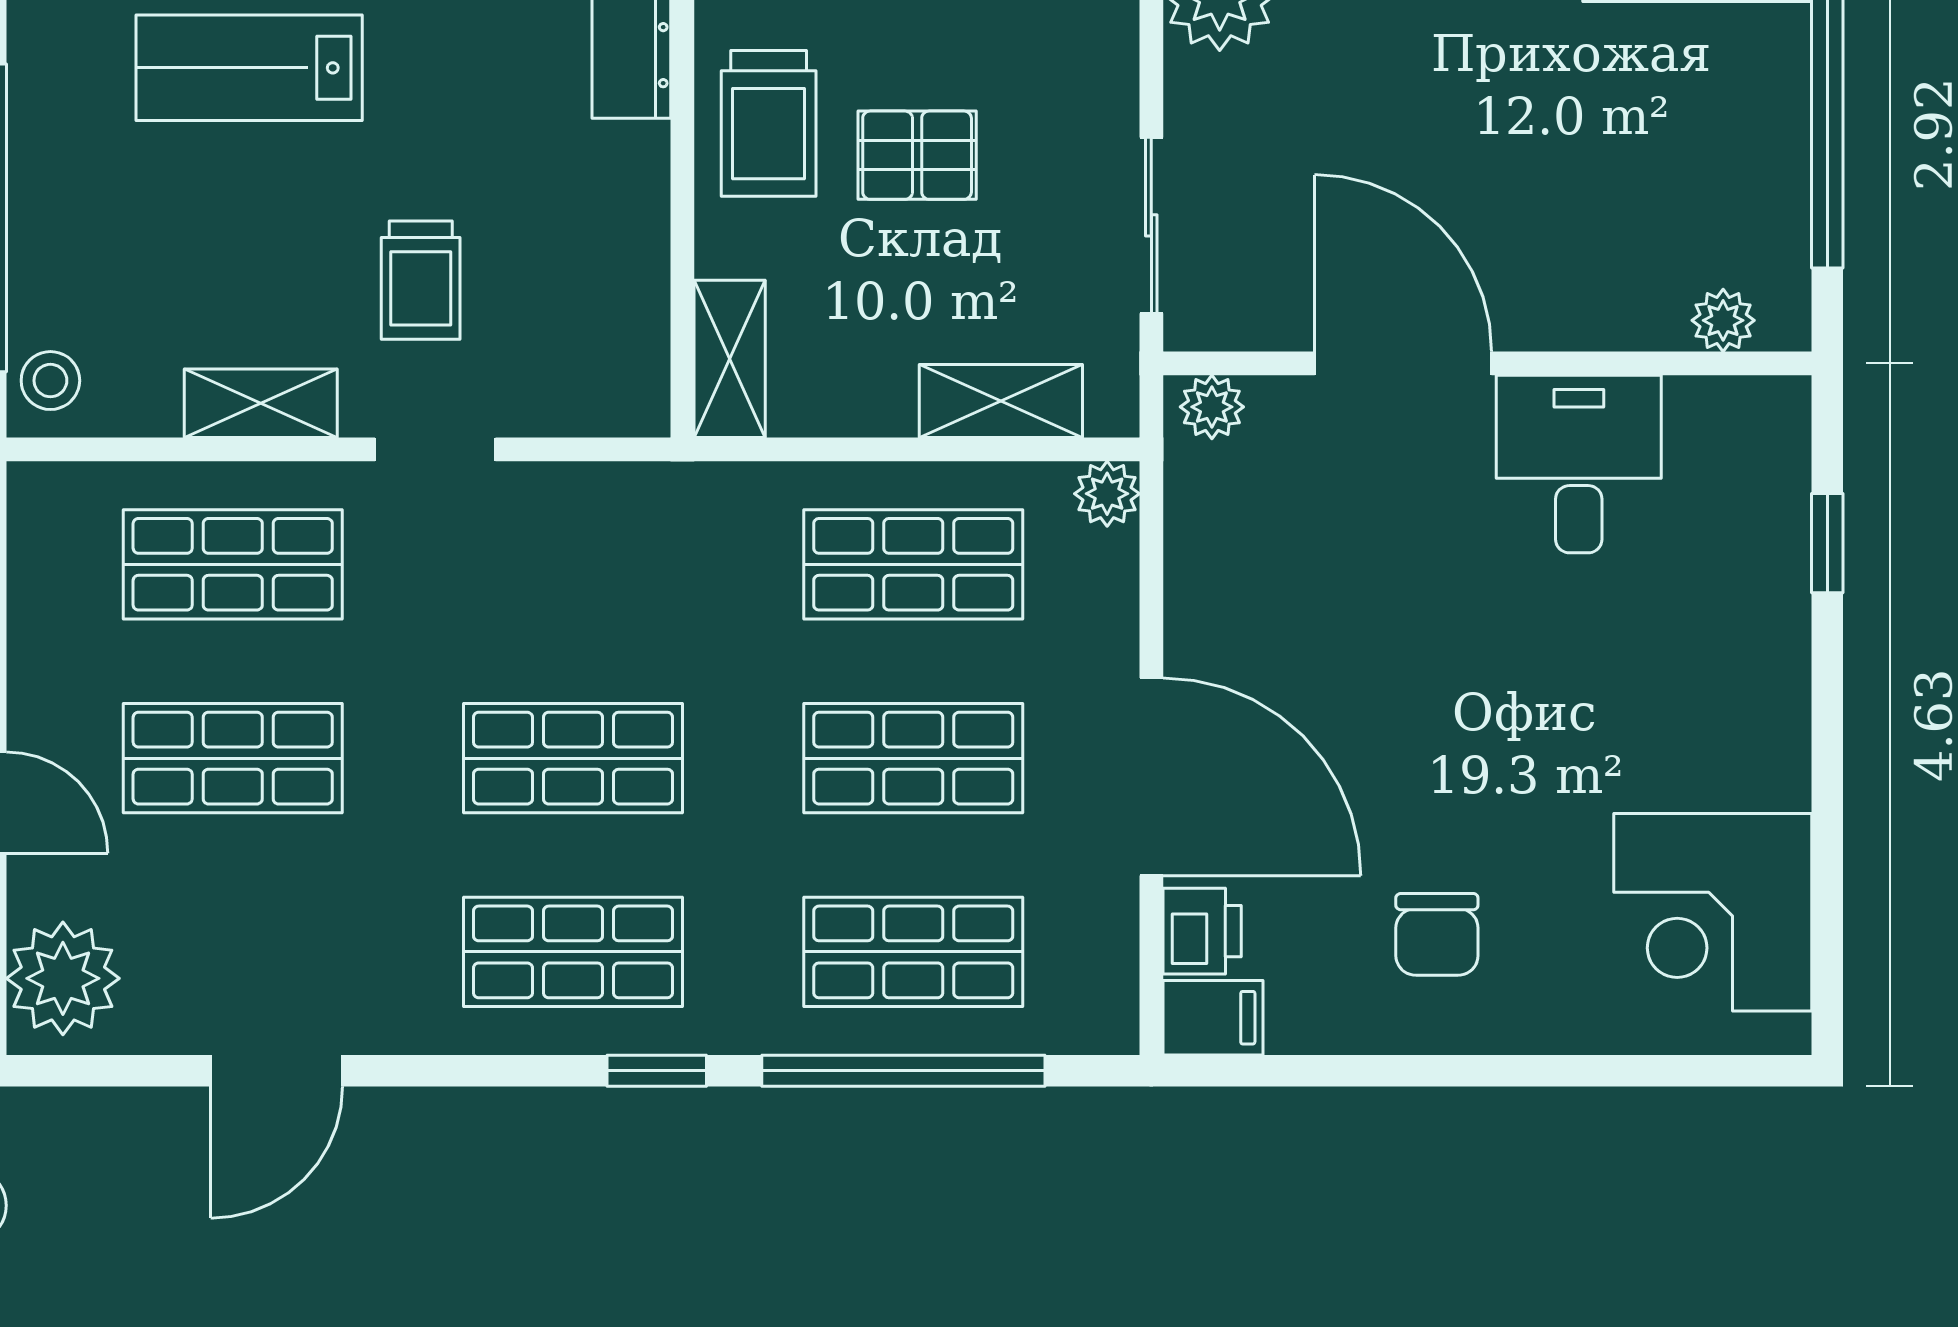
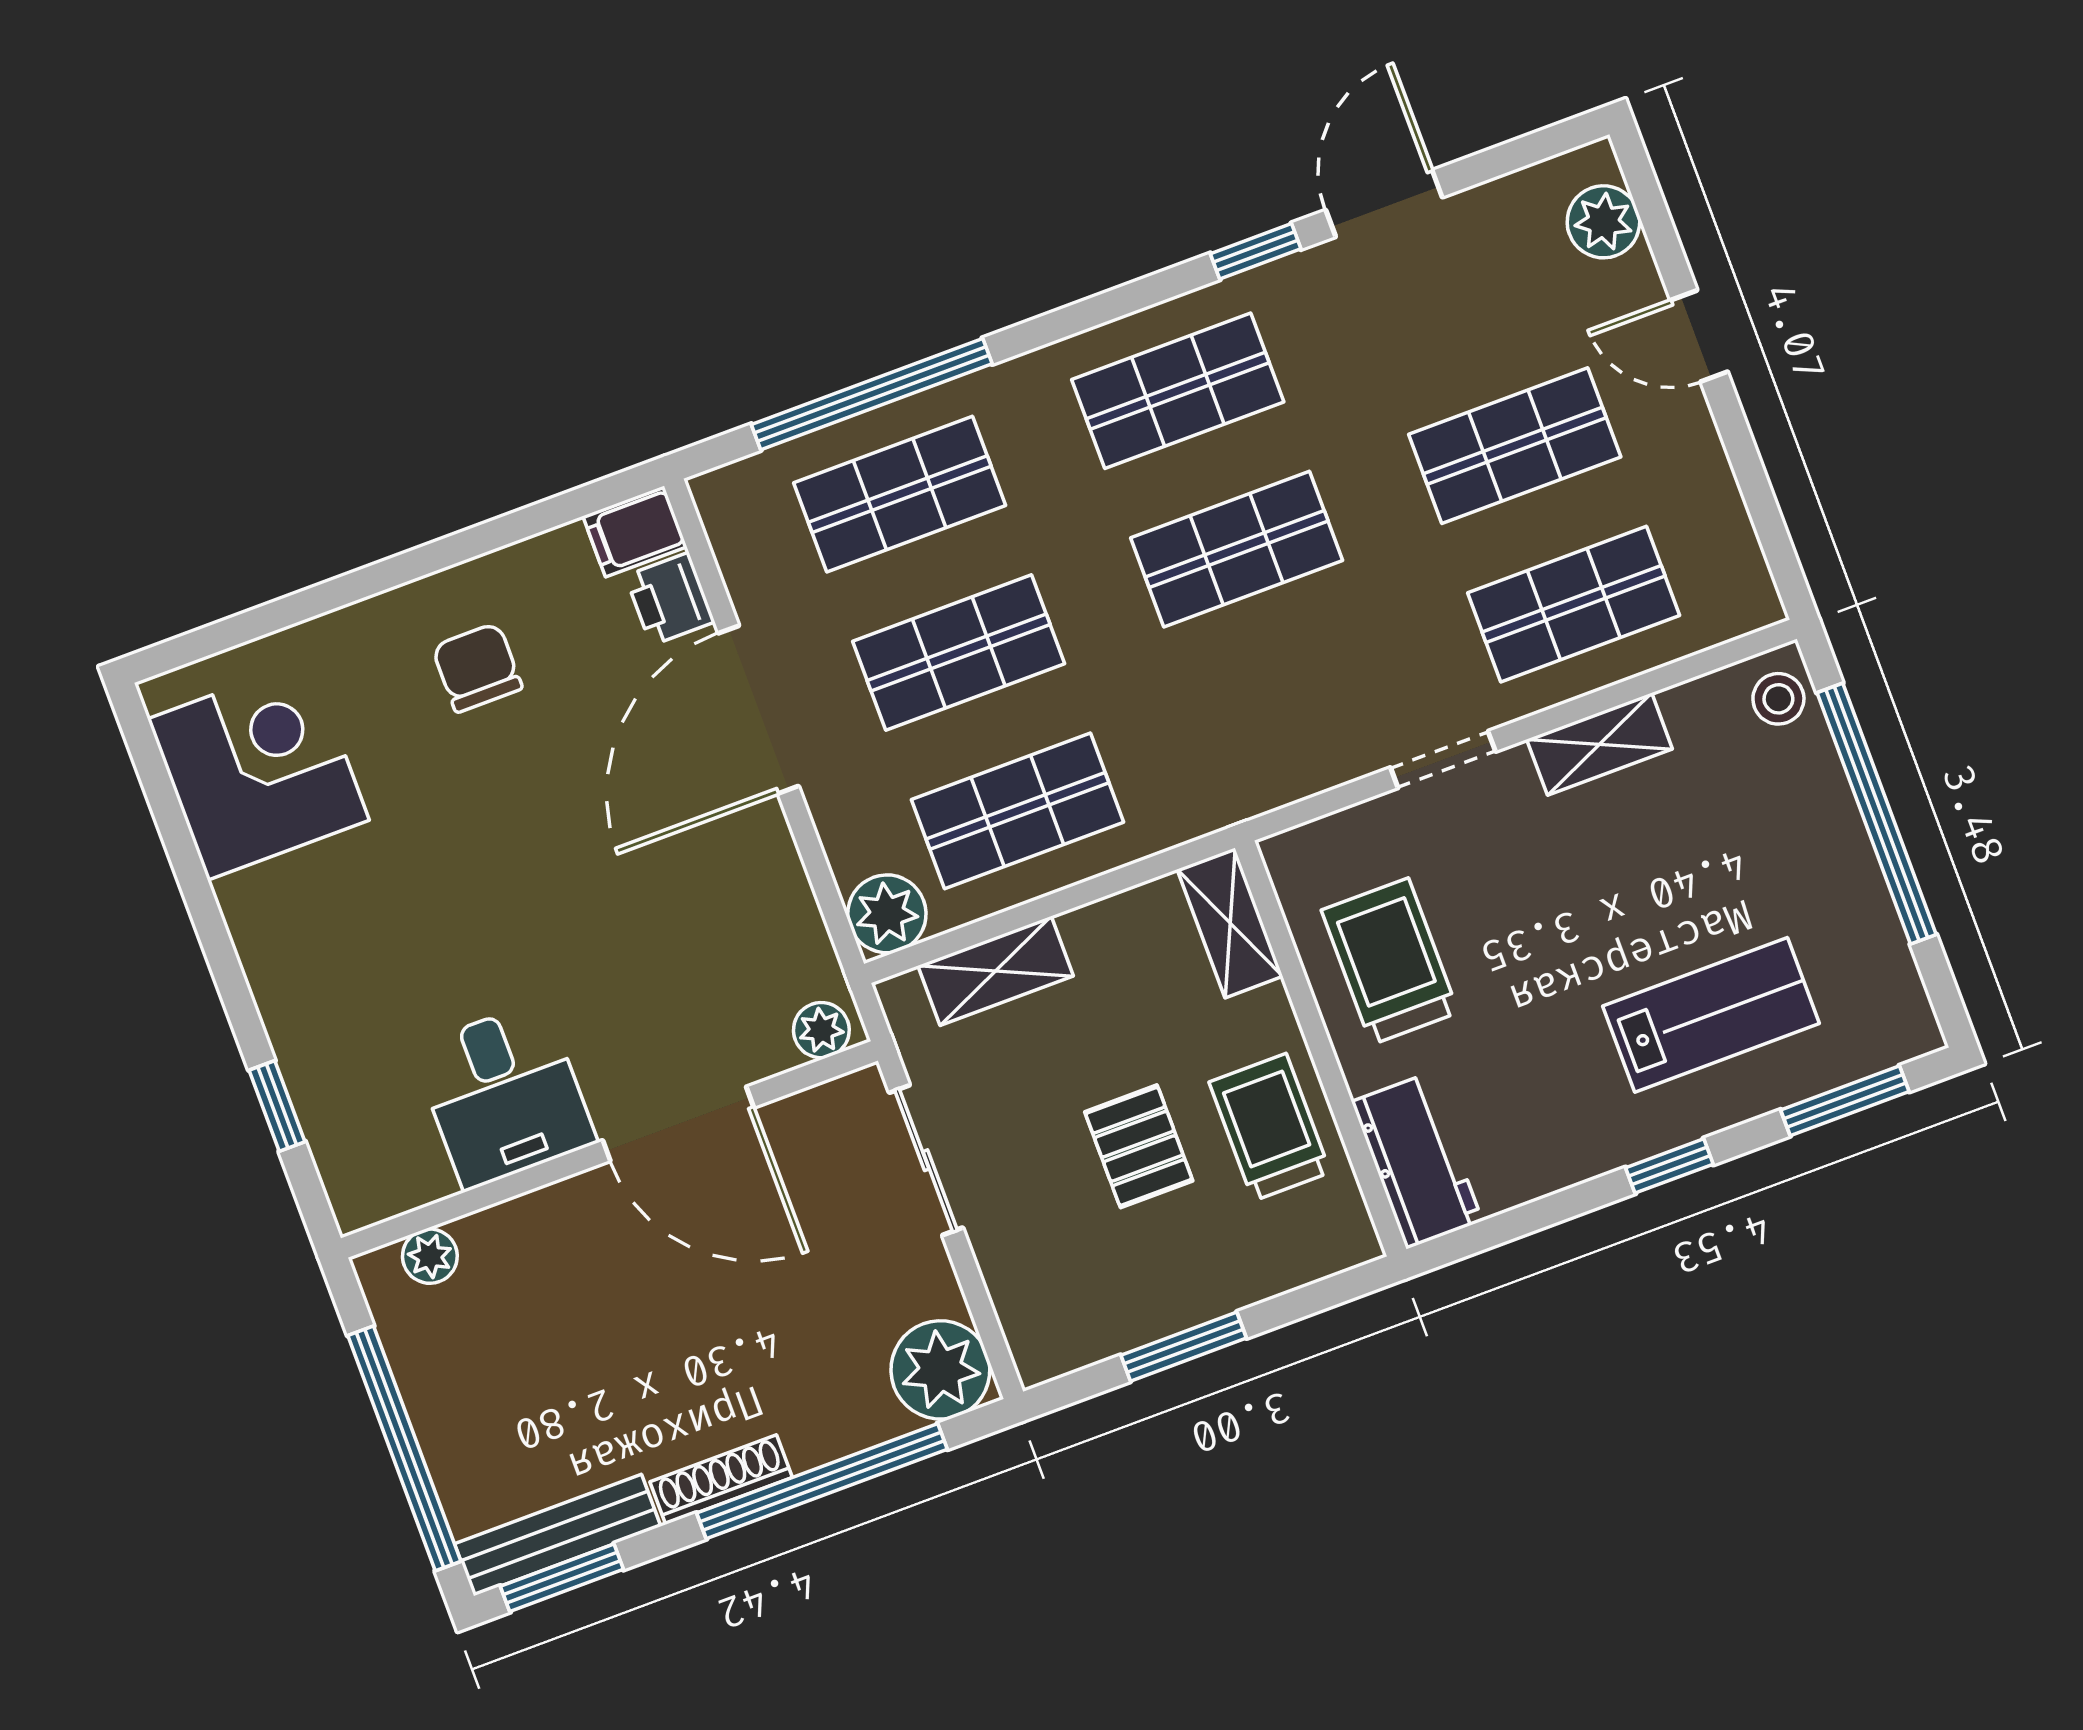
pallet: (917, 155) -> (1139, 1146), turned 90
trolley: (421, 280) -> (1390, 961), moved, width x1.36, depth x1.39
plant: (1107, 494) -> (887, 914), width x1.38, depth x1.38
door: (1151, 777) -> (758, 710), hinge flipped
plant: (63, 978) -> (1603, 222), width x0.73, depth x0.73
window: (657, 1071) -> (1256, 251), moved

